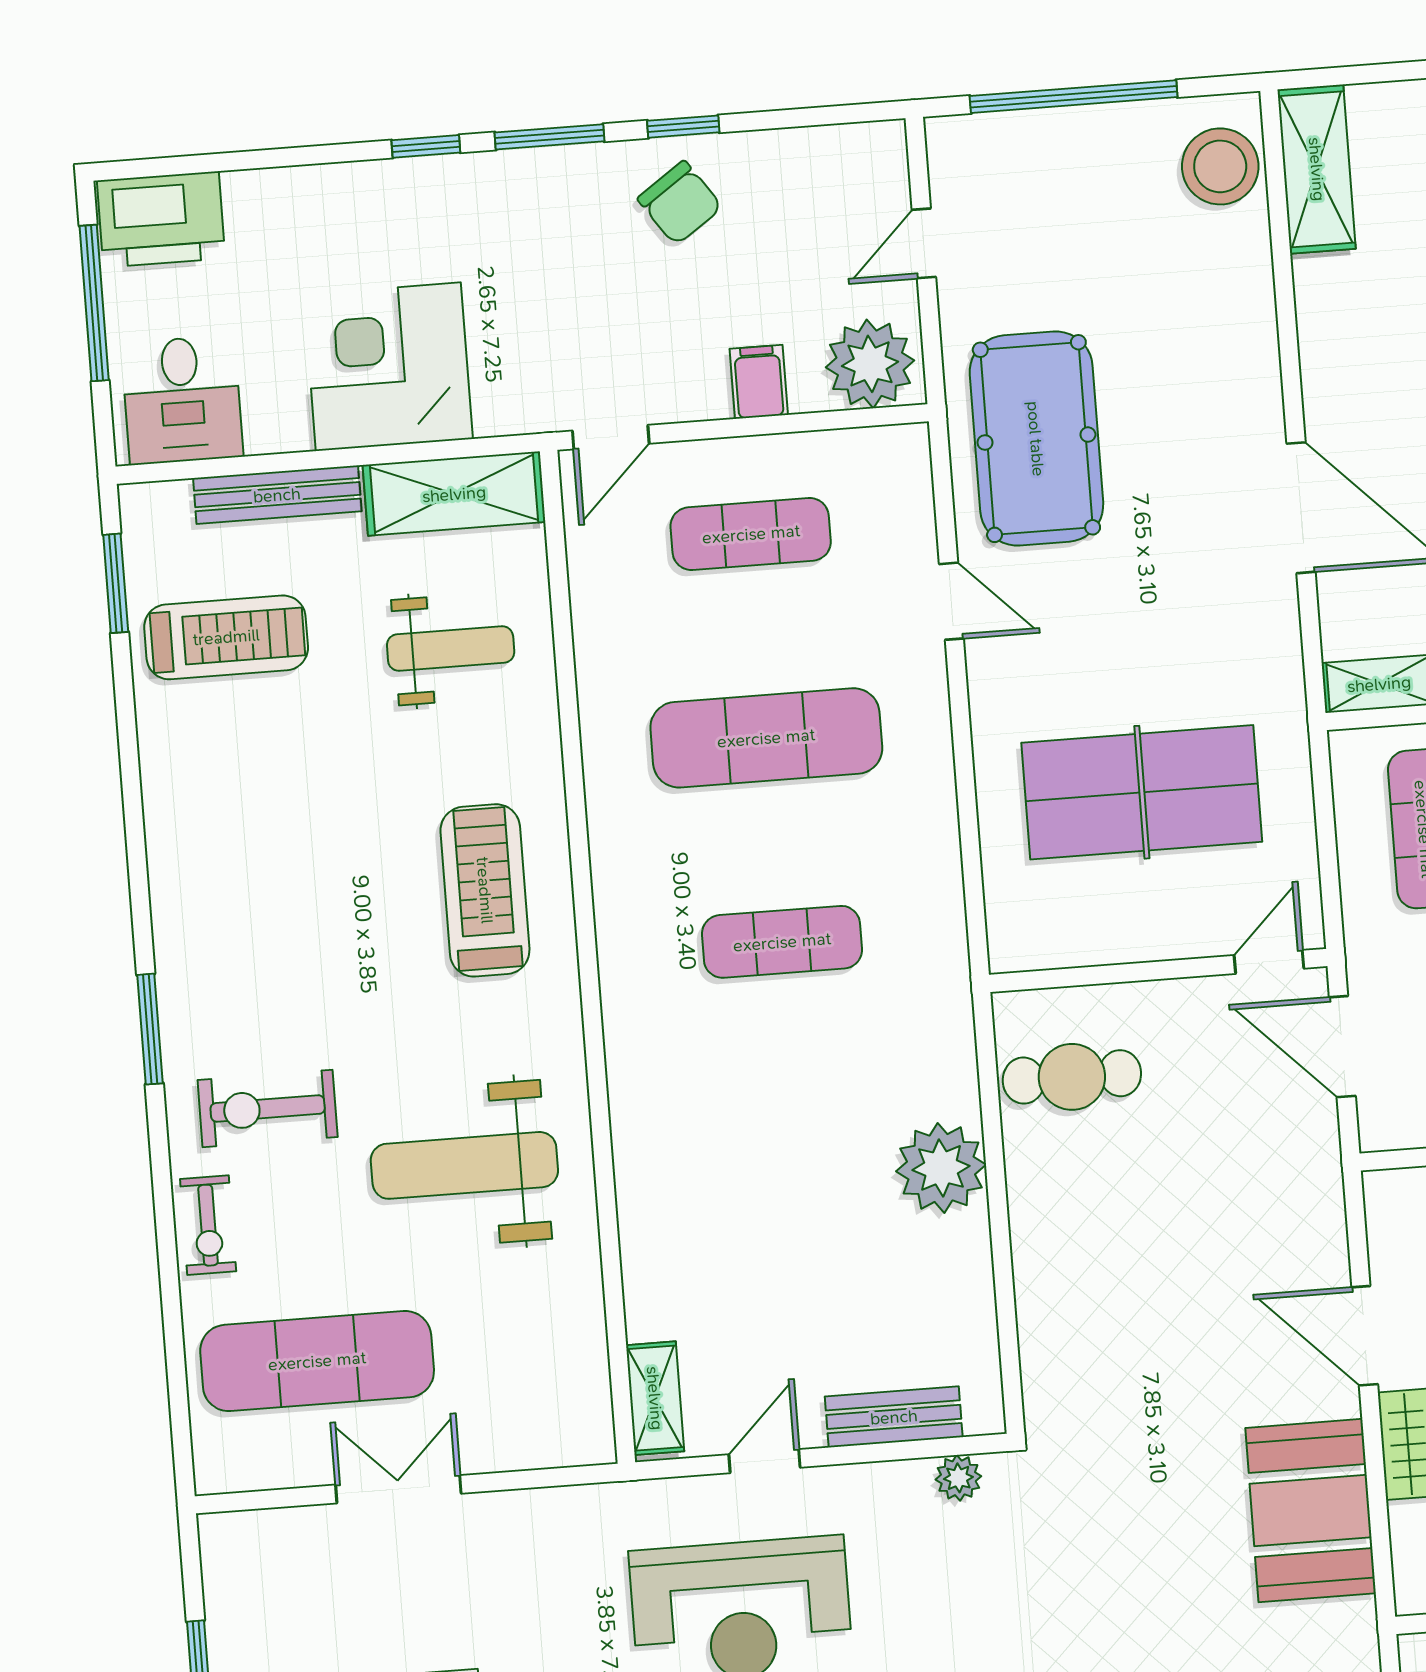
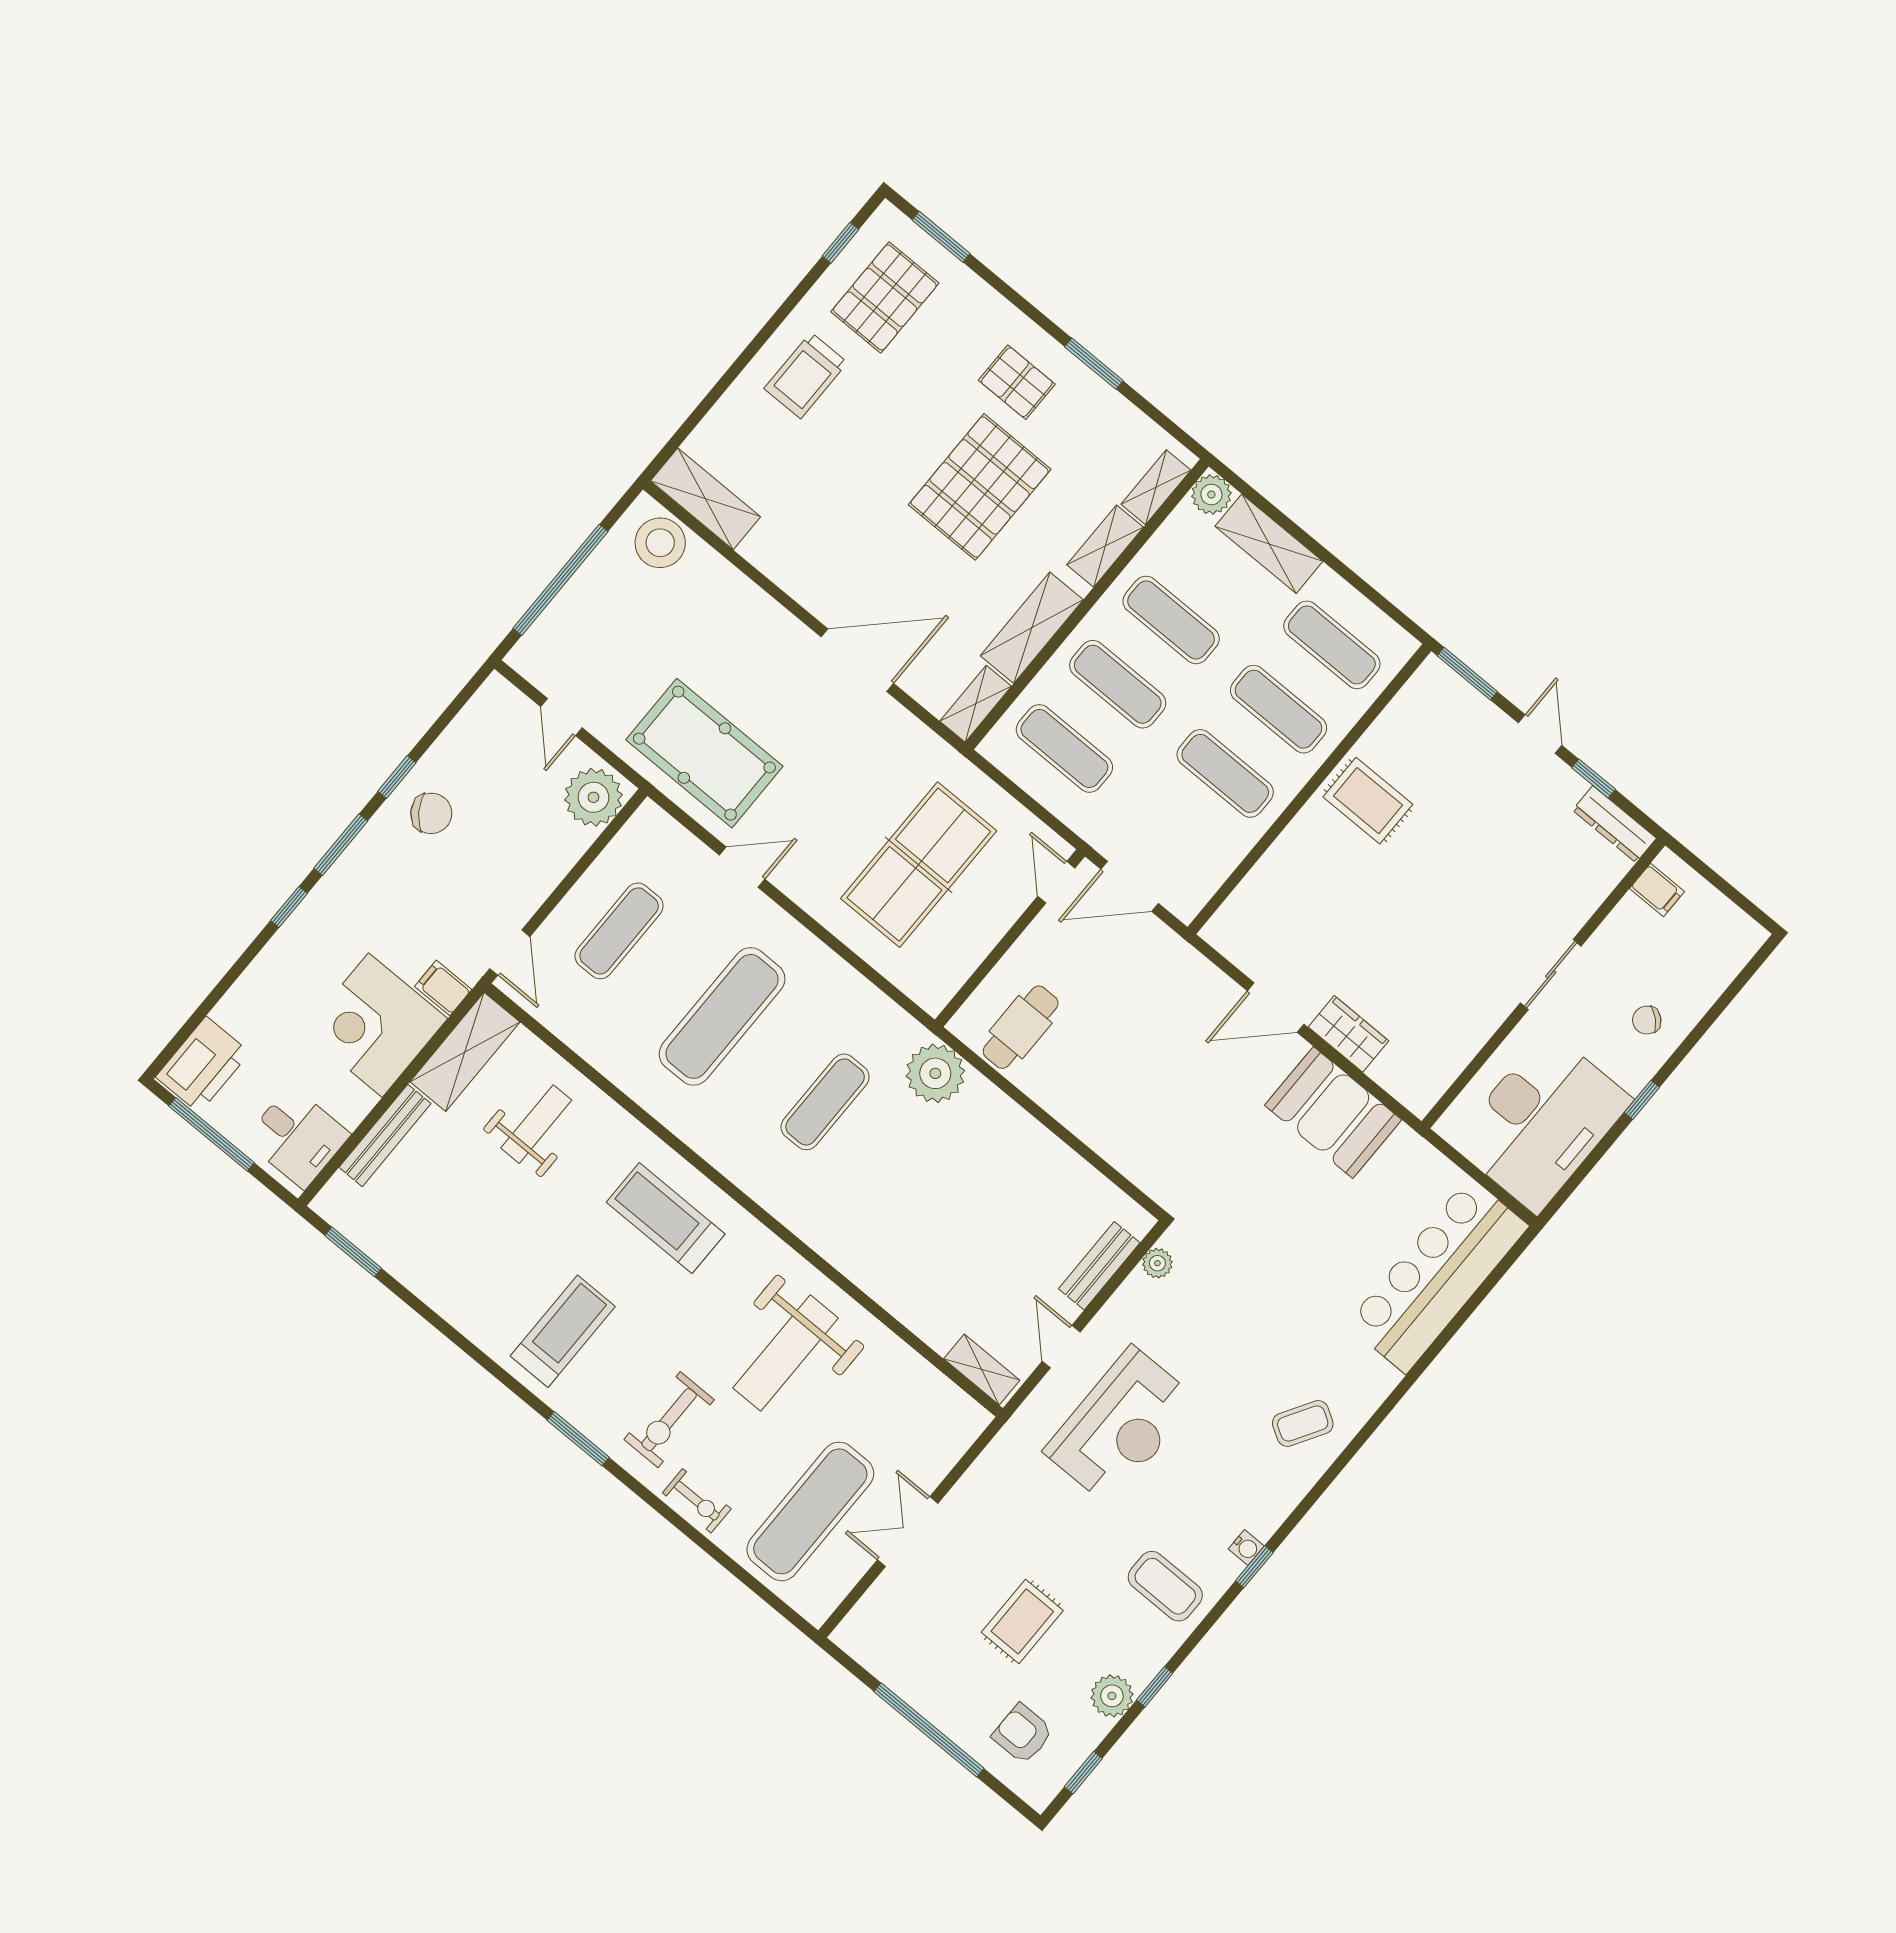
filing cabinet: (759, 382) -> (443, 988), moved
treadmill: (226, 637) -> (563, 1331), moved
plant: (941, 1168) -> (935, 1073), moved

